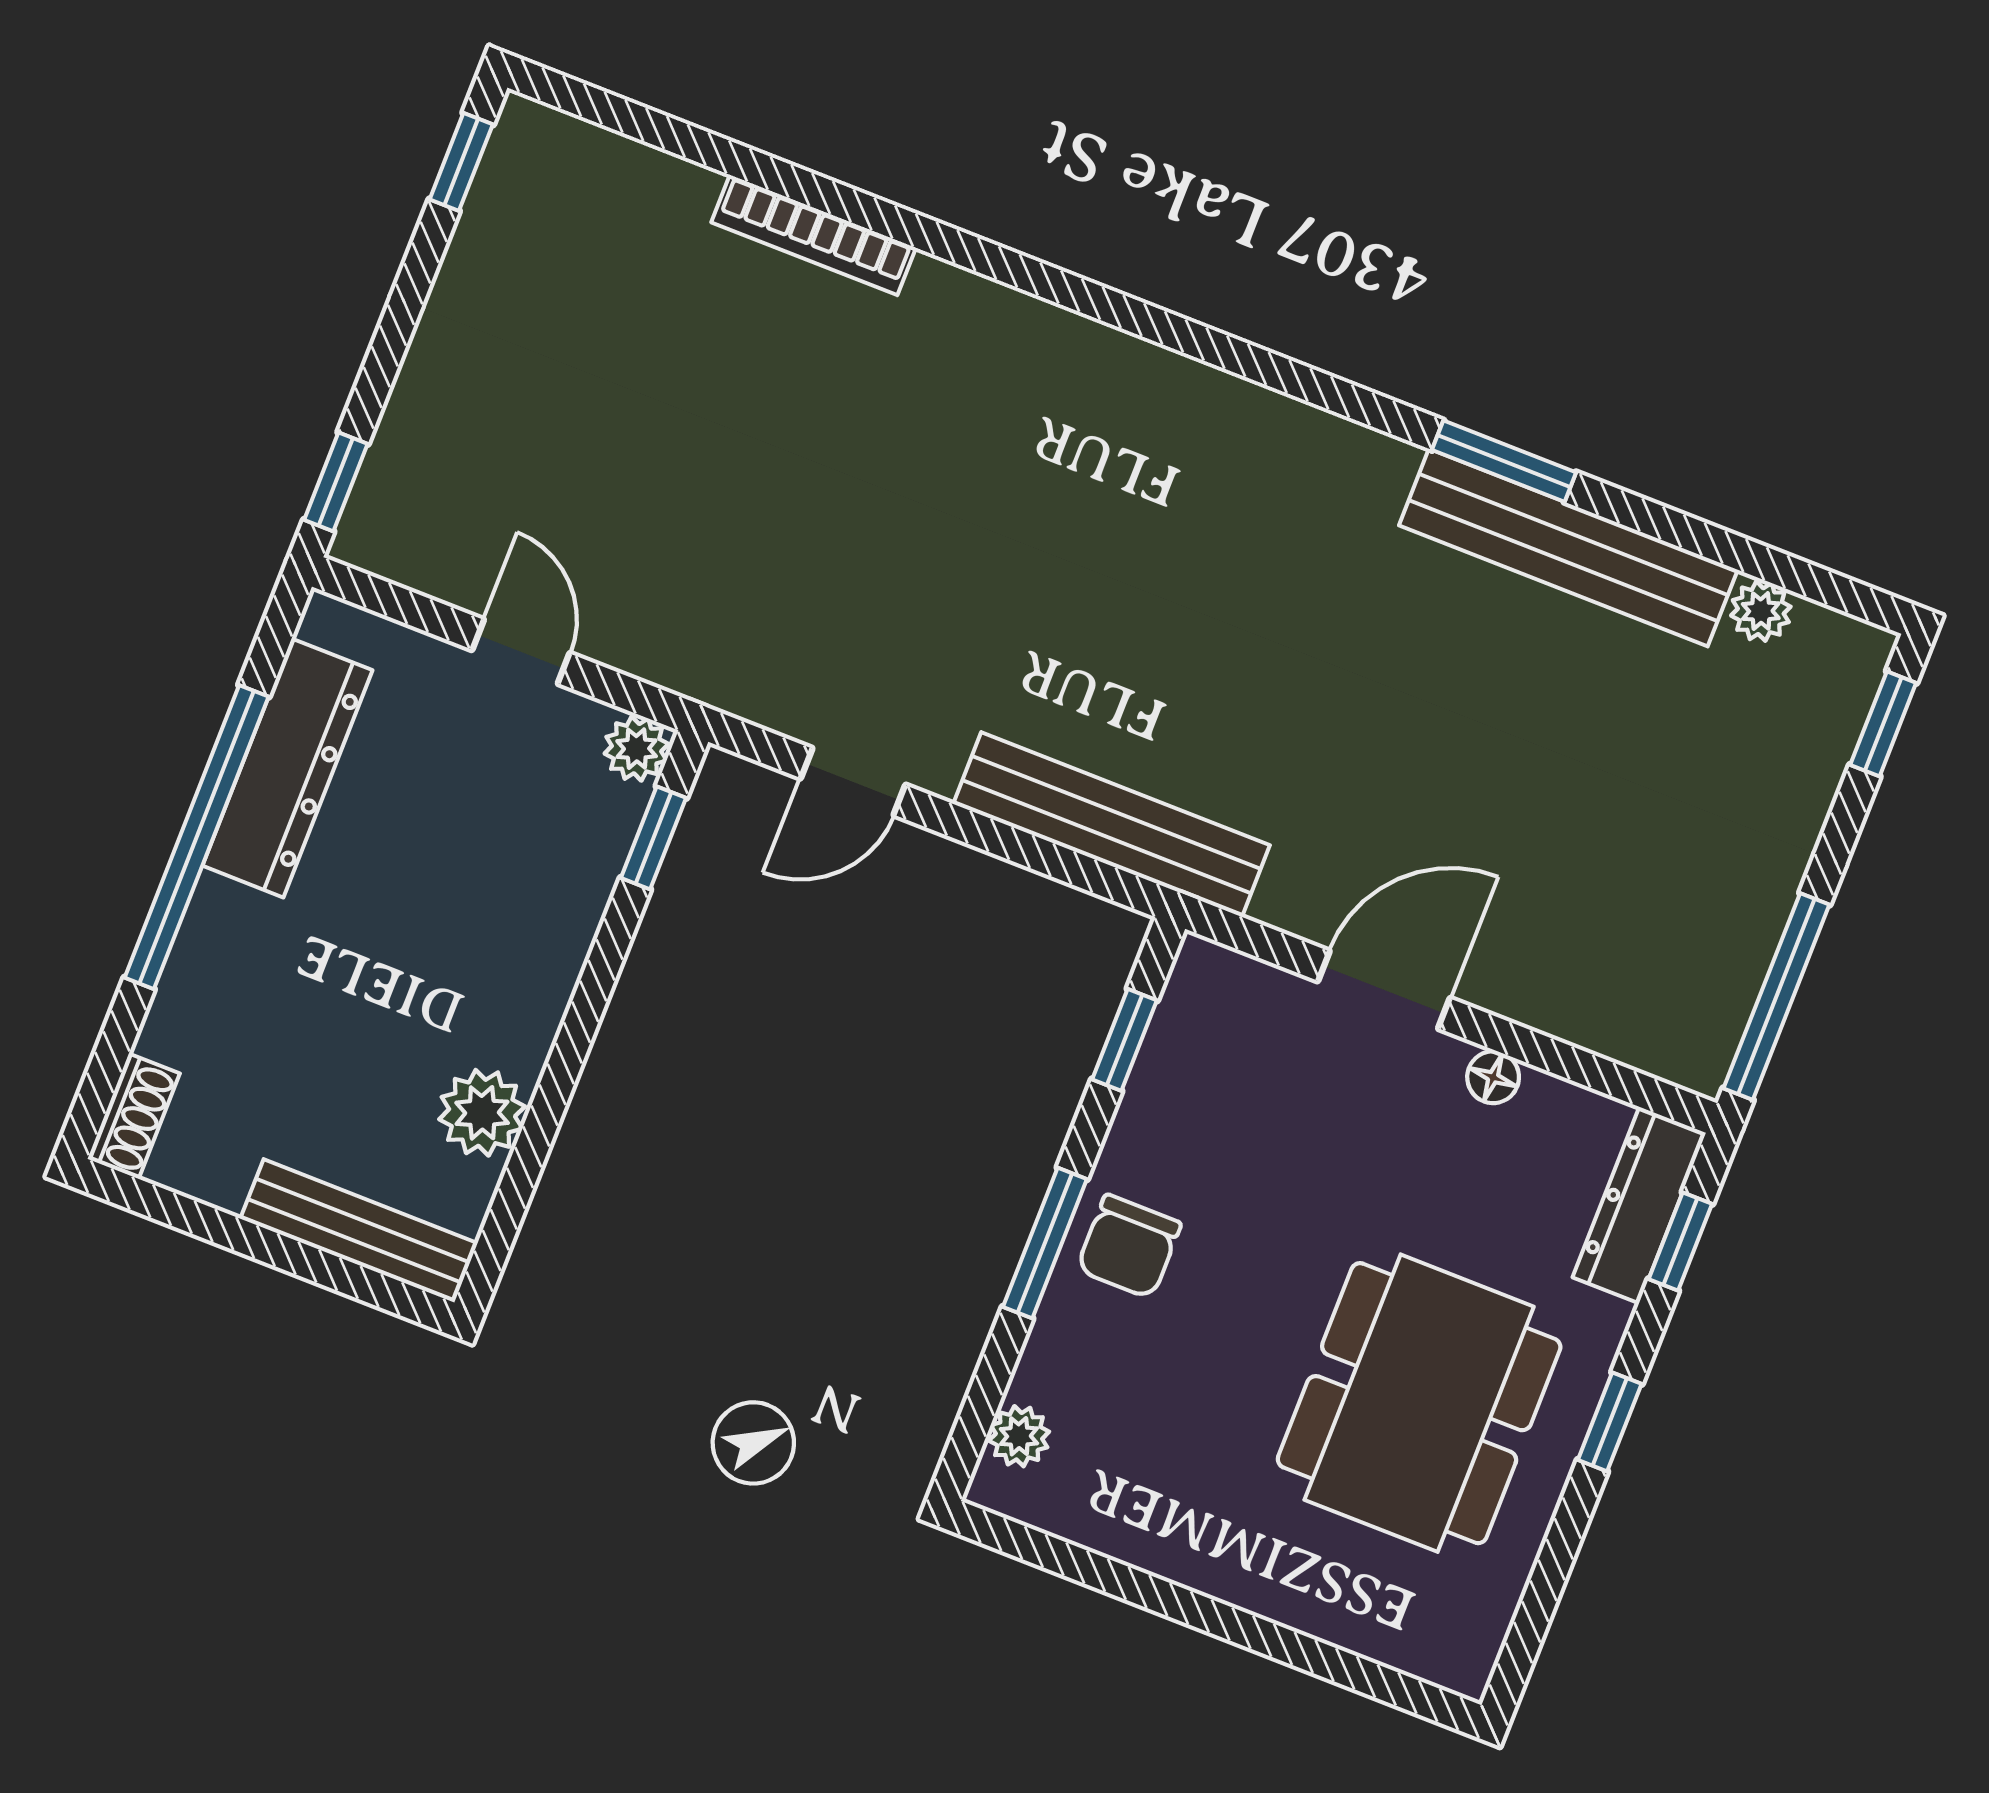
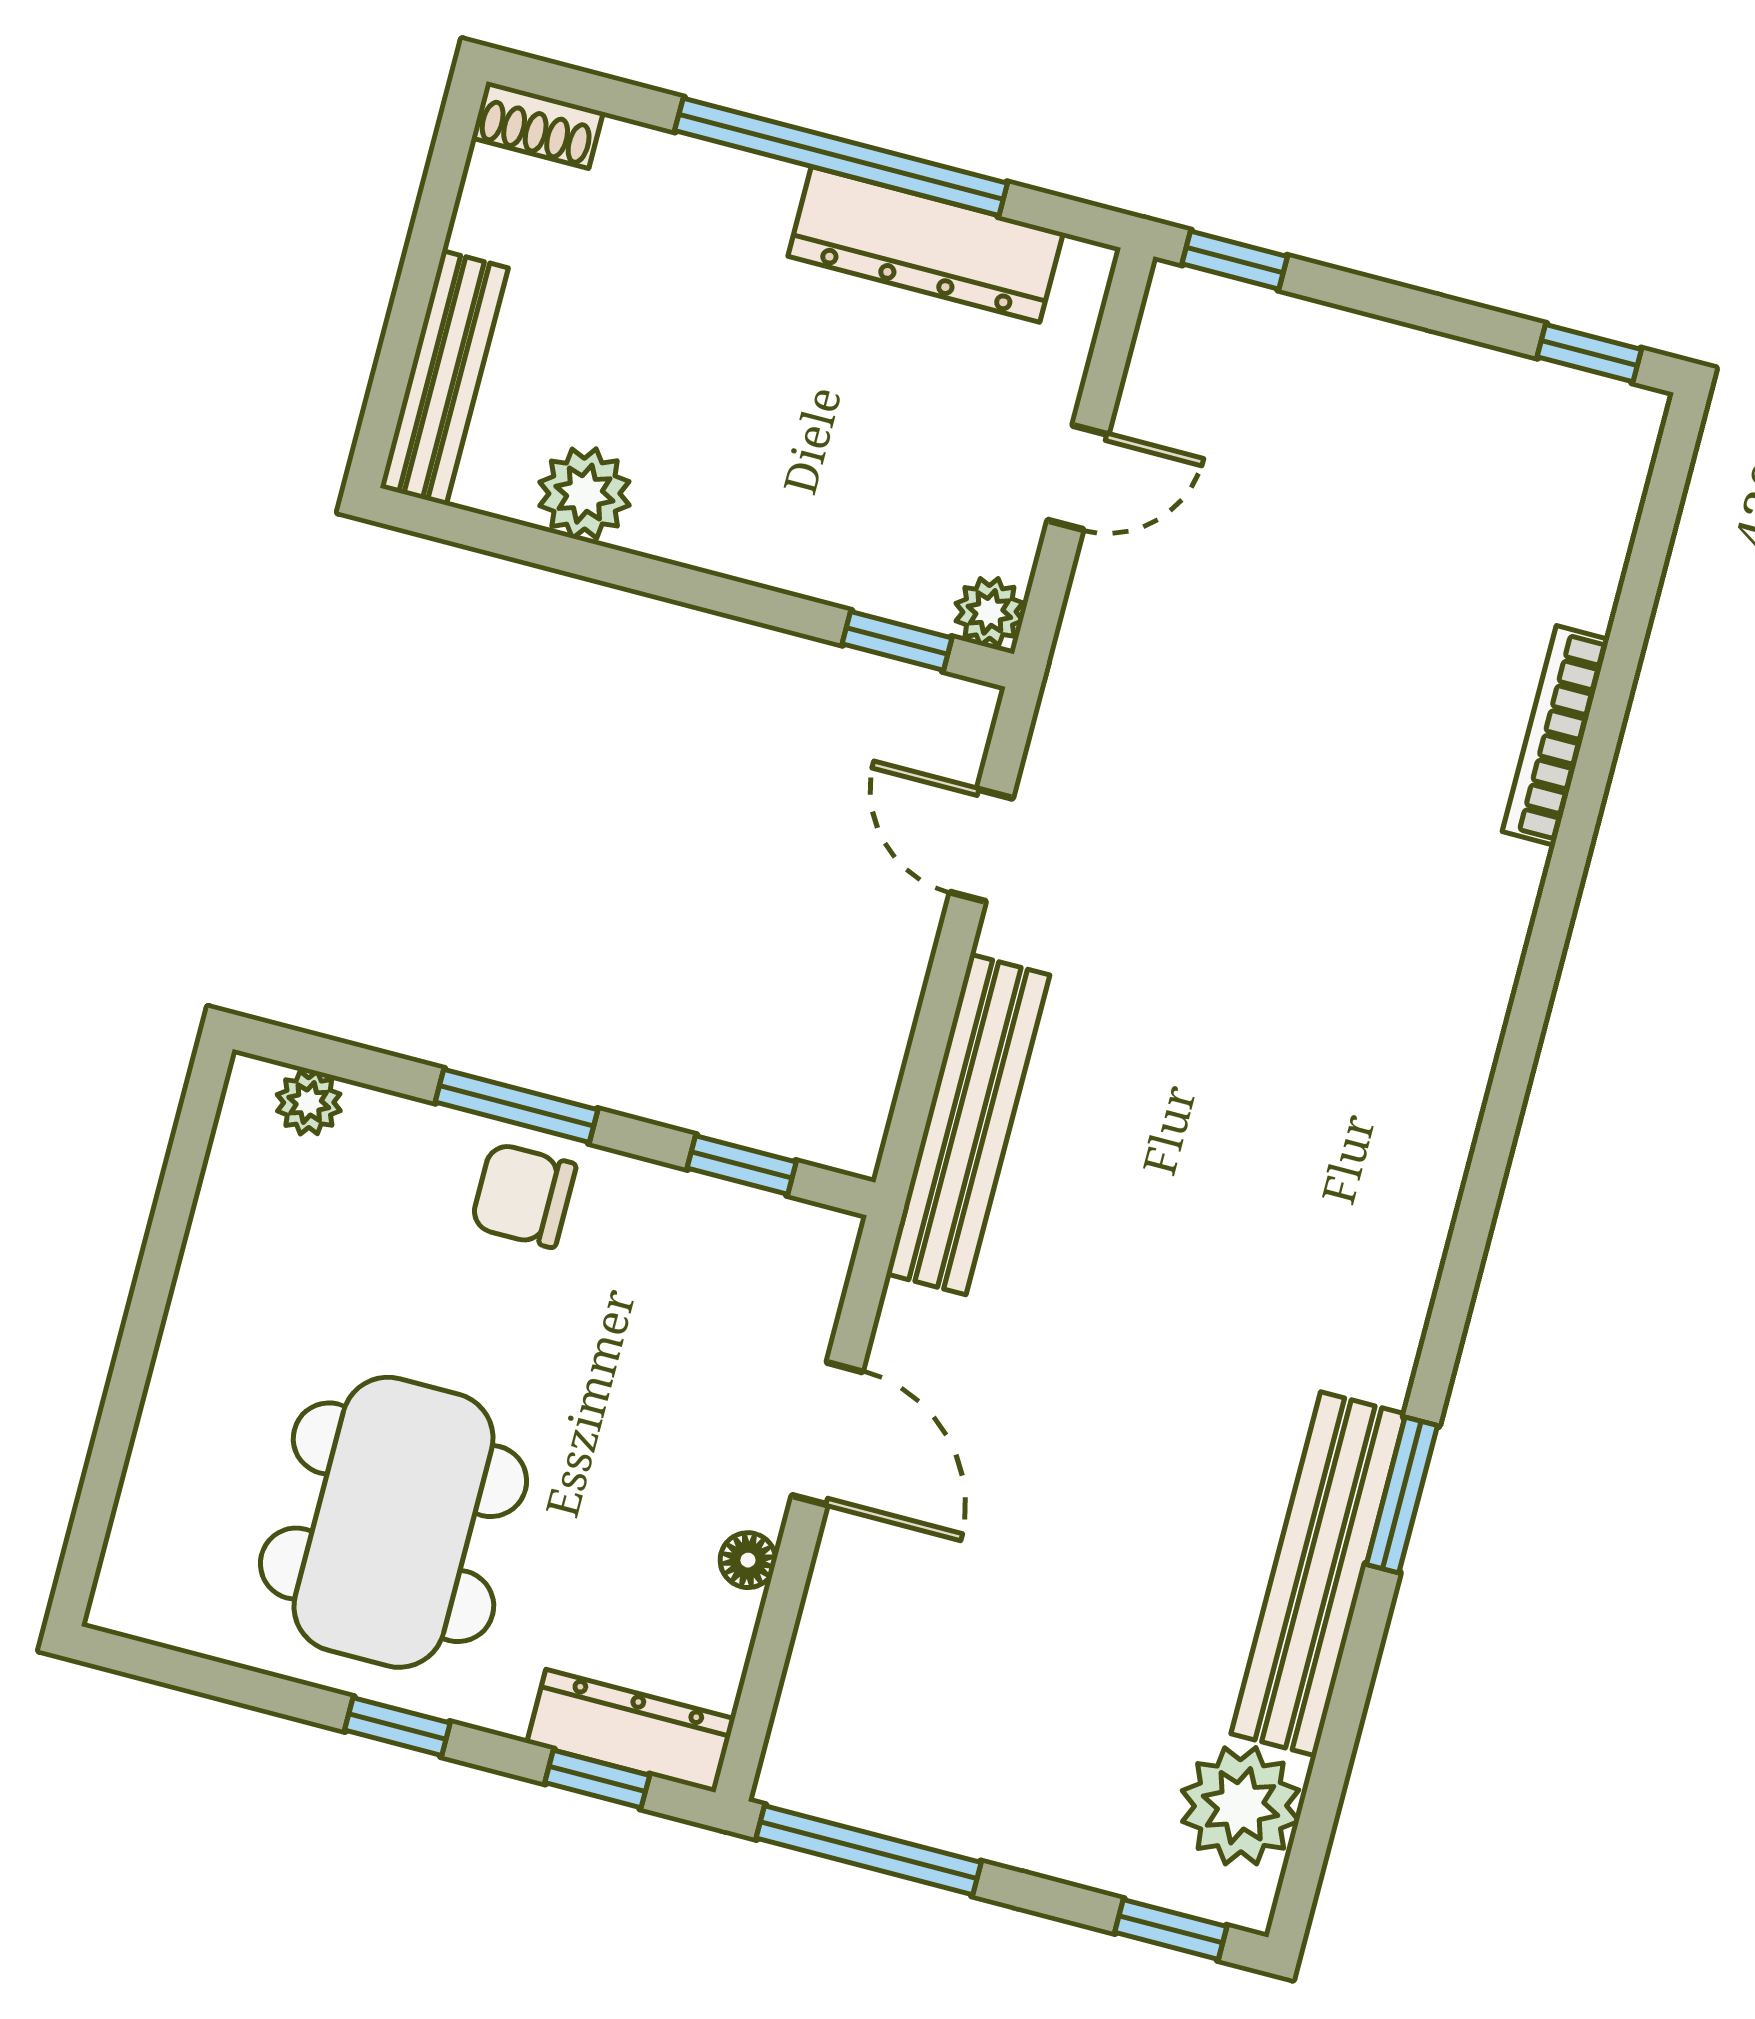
plant: (1761, 611) -> (1241, 1806), width x1.87, depth x1.87
dining table: (1419, 1403) -> (393, 1522), turned 90

